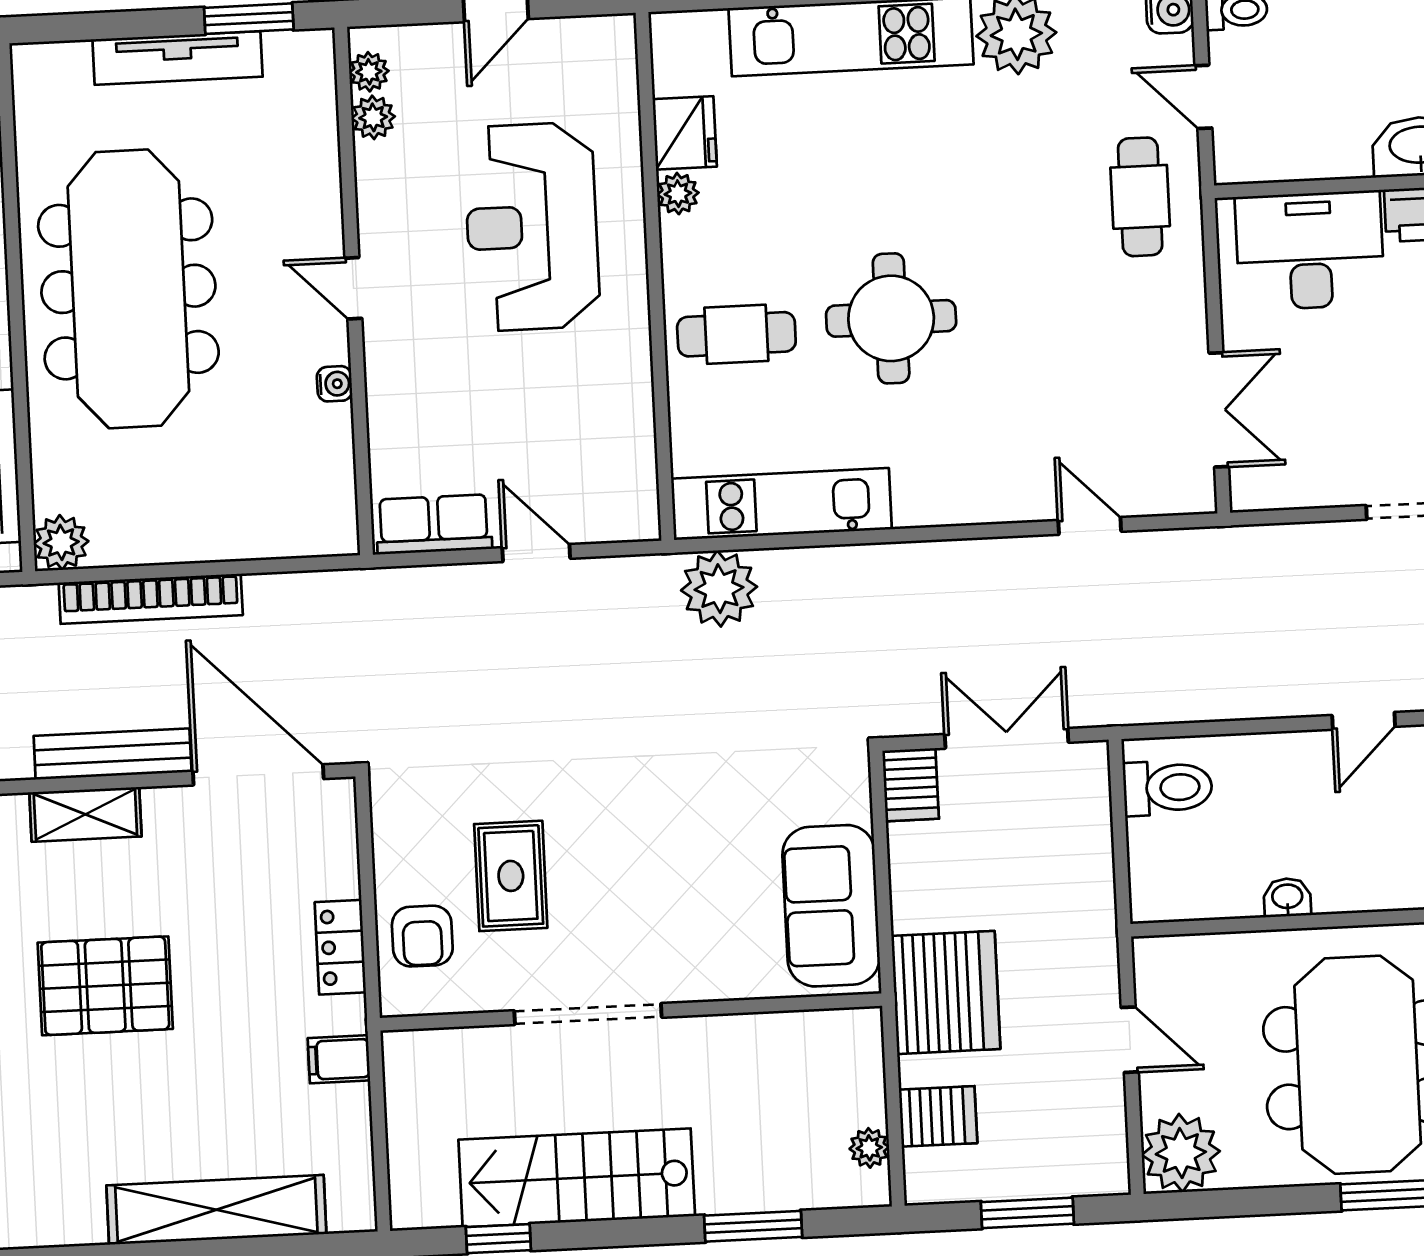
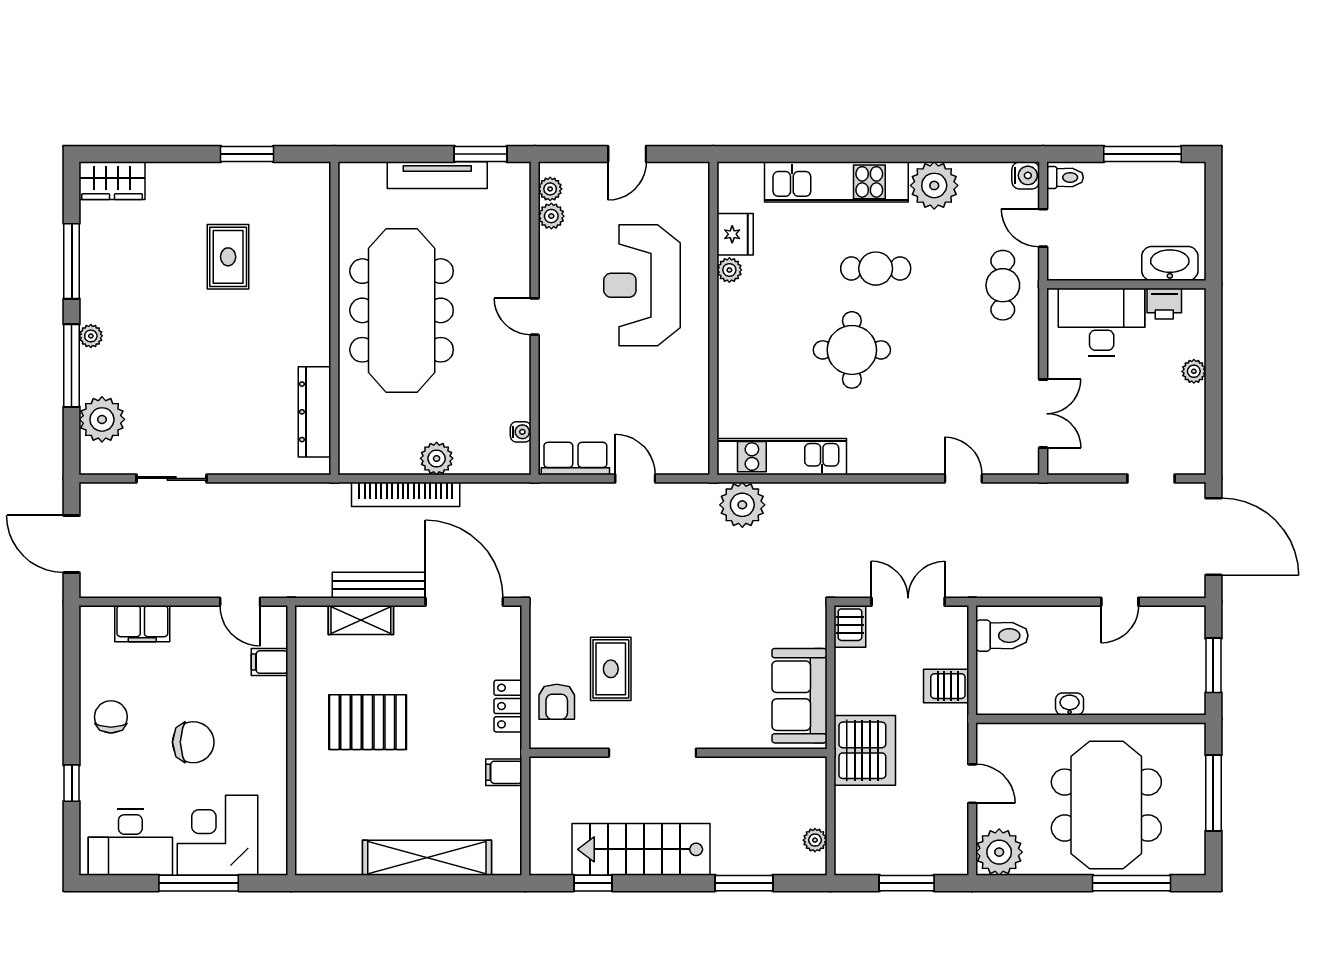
cafe table: (736, 334) -> (876, 269), moved
water cooler: (335, 384) -> (521, 432), moved
plant: (61, 542) -> (437, 458), moved
server rack: (938, 1116) -> (946, 686), moved, turned 180

